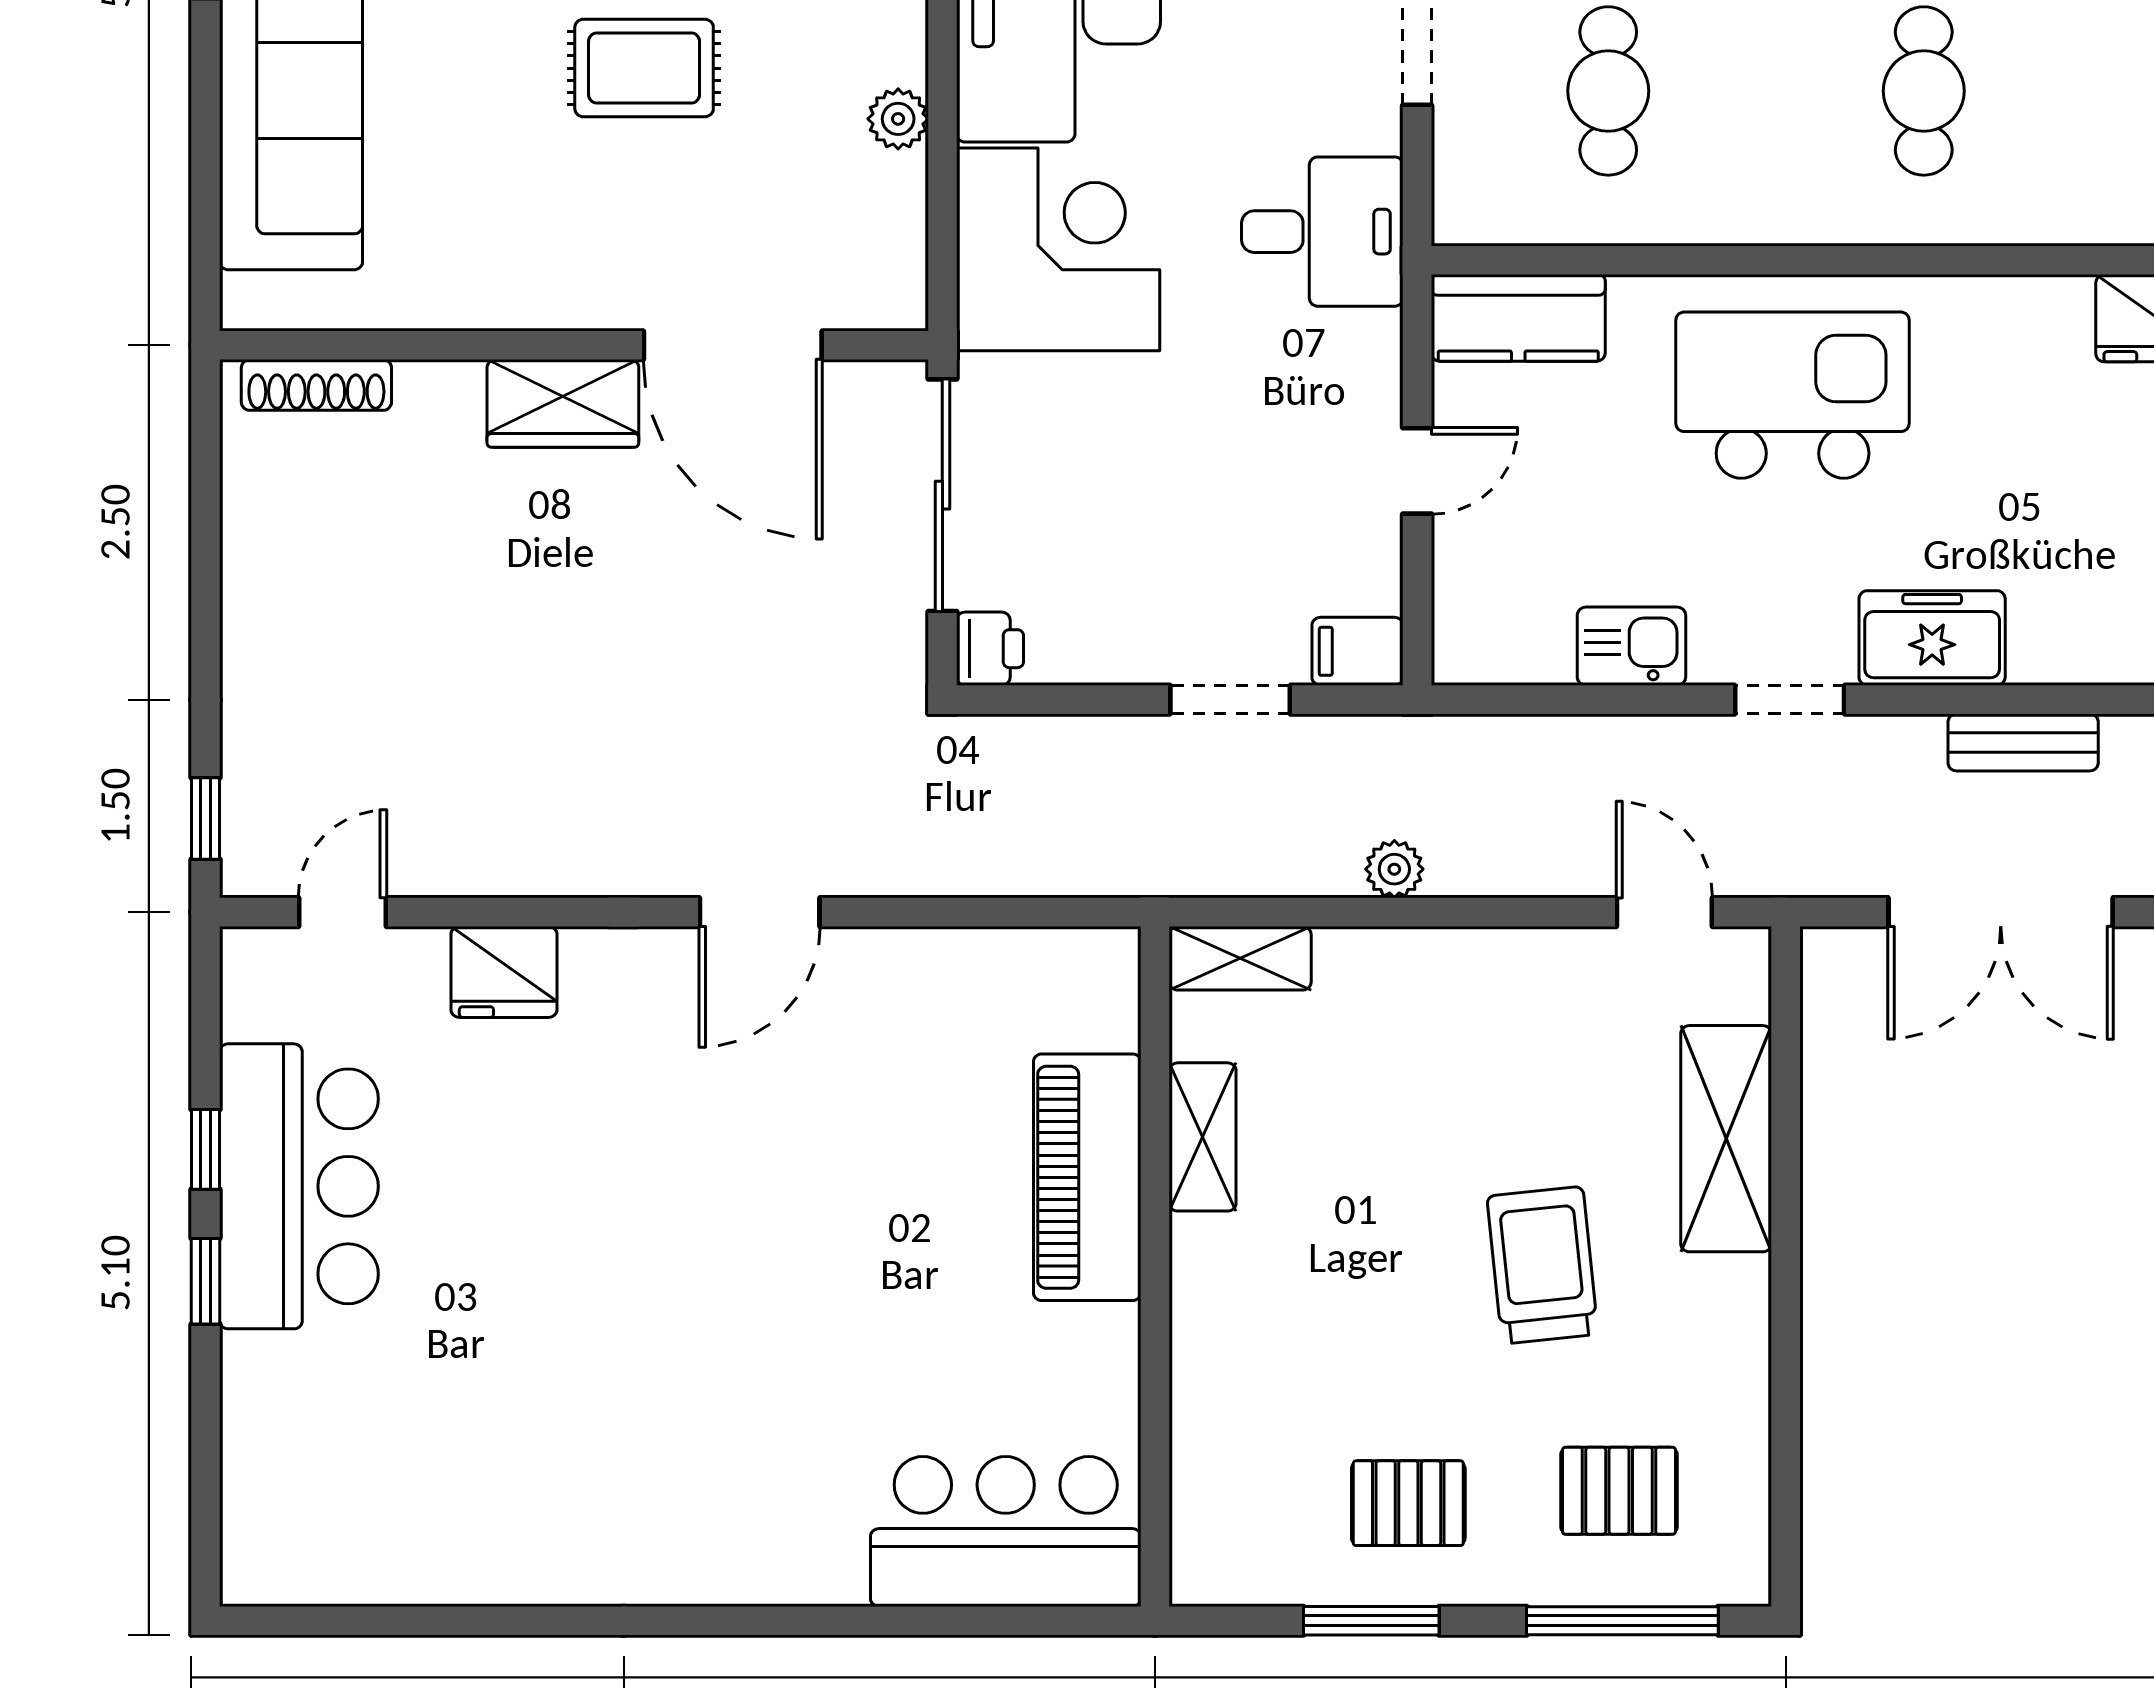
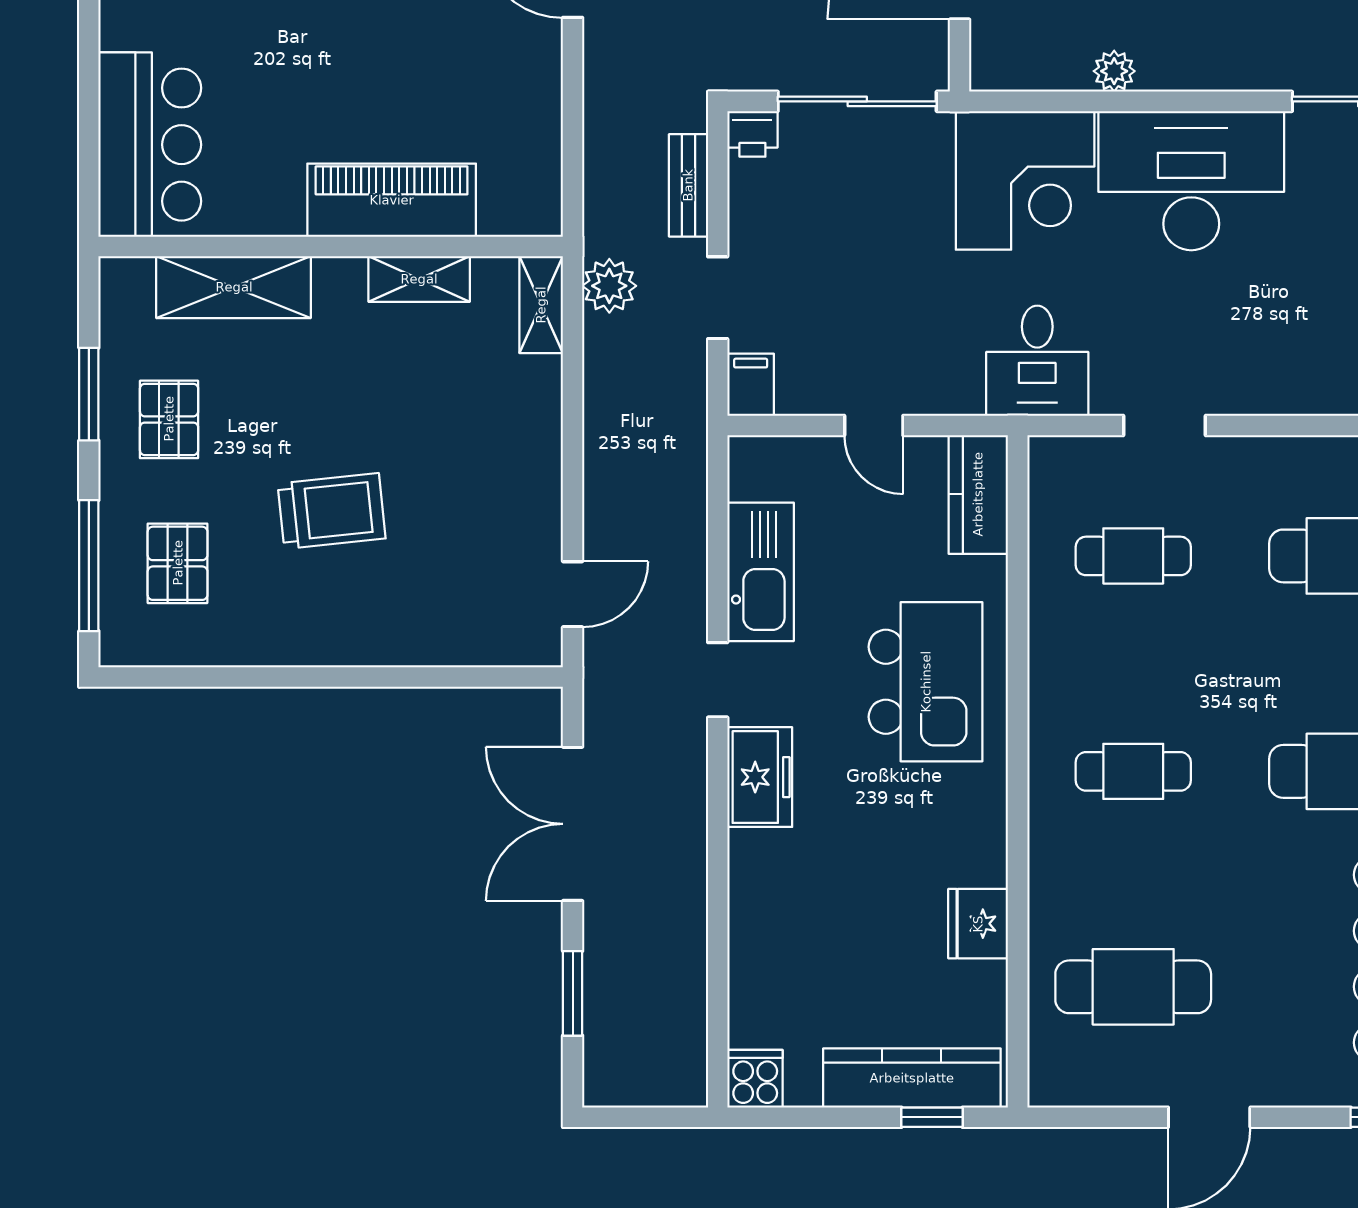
kitchen sink: (1631, 646) -> (761, 572), width x1.88, depth x1.24
bench: (2023, 742) -> (688, 185), moved
plant: (1394, 869) -> (609, 286), moved, width x1.38, depth x1.38
shelving: (1726, 1139) -> (234, 287), moved

